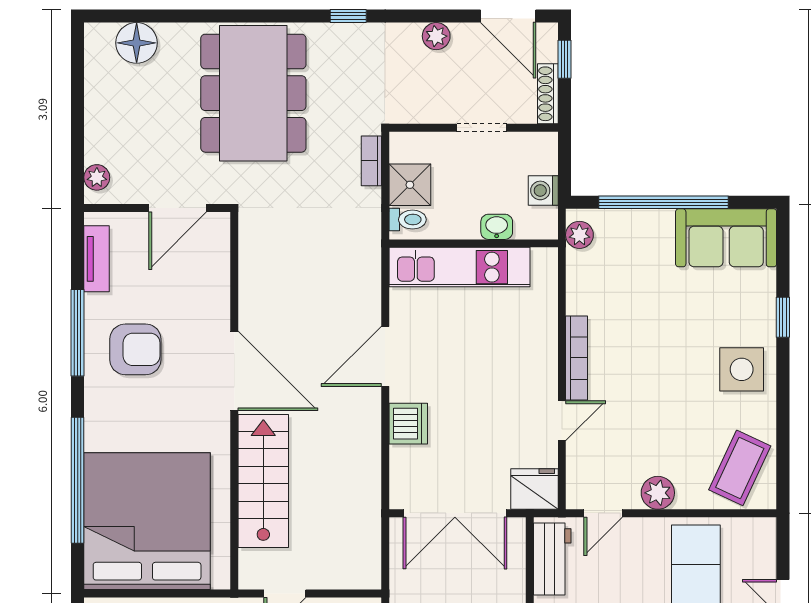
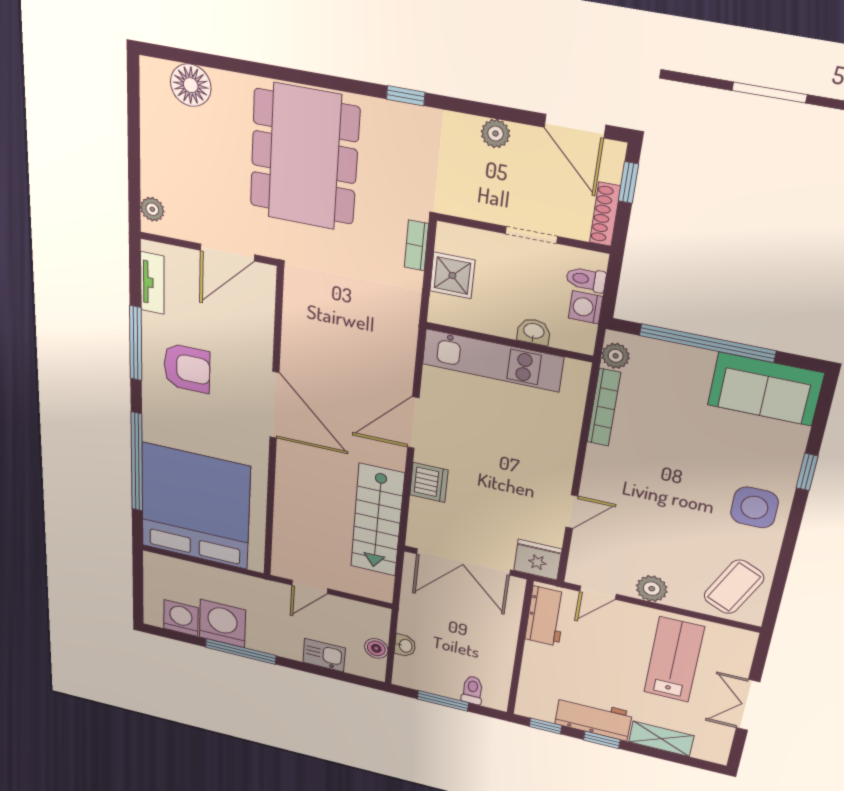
toilet: (408, 220) -> (586, 279), moved, turned 180
bookcase: (577, 358) -> (604, 407), moved
stairs: (263, 481) -> (377, 520), moved, turned 180

